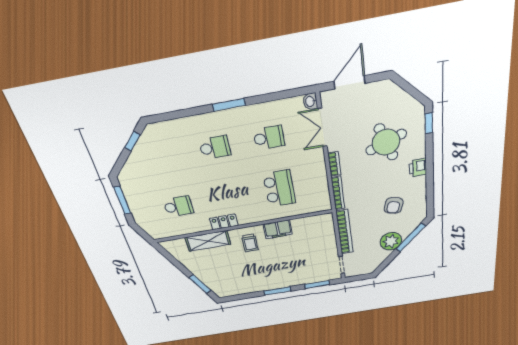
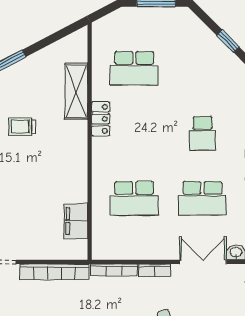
school desk: (269, 138) -> (202, 198), width x1.85
school desk: (178, 206) -> (134, 68), width x1.85
filing cabinet: (278, 229) -> (76, 221), moved
trolley: (250, 243) -> (22, 127), moved

